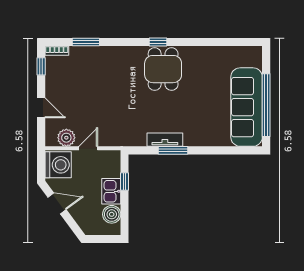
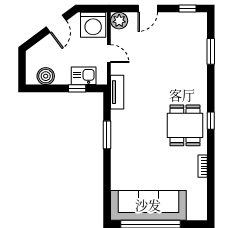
bookcase: (57, 51) -> (203, 166), moved
dining table: (163, 69) -> (185, 125), turned 90
plant: (66, 138) -> (119, 21), moved
tv unit: (165, 140) -> (117, 92), moved
kitchen sink: (111, 191) -> (84, 76), moved

